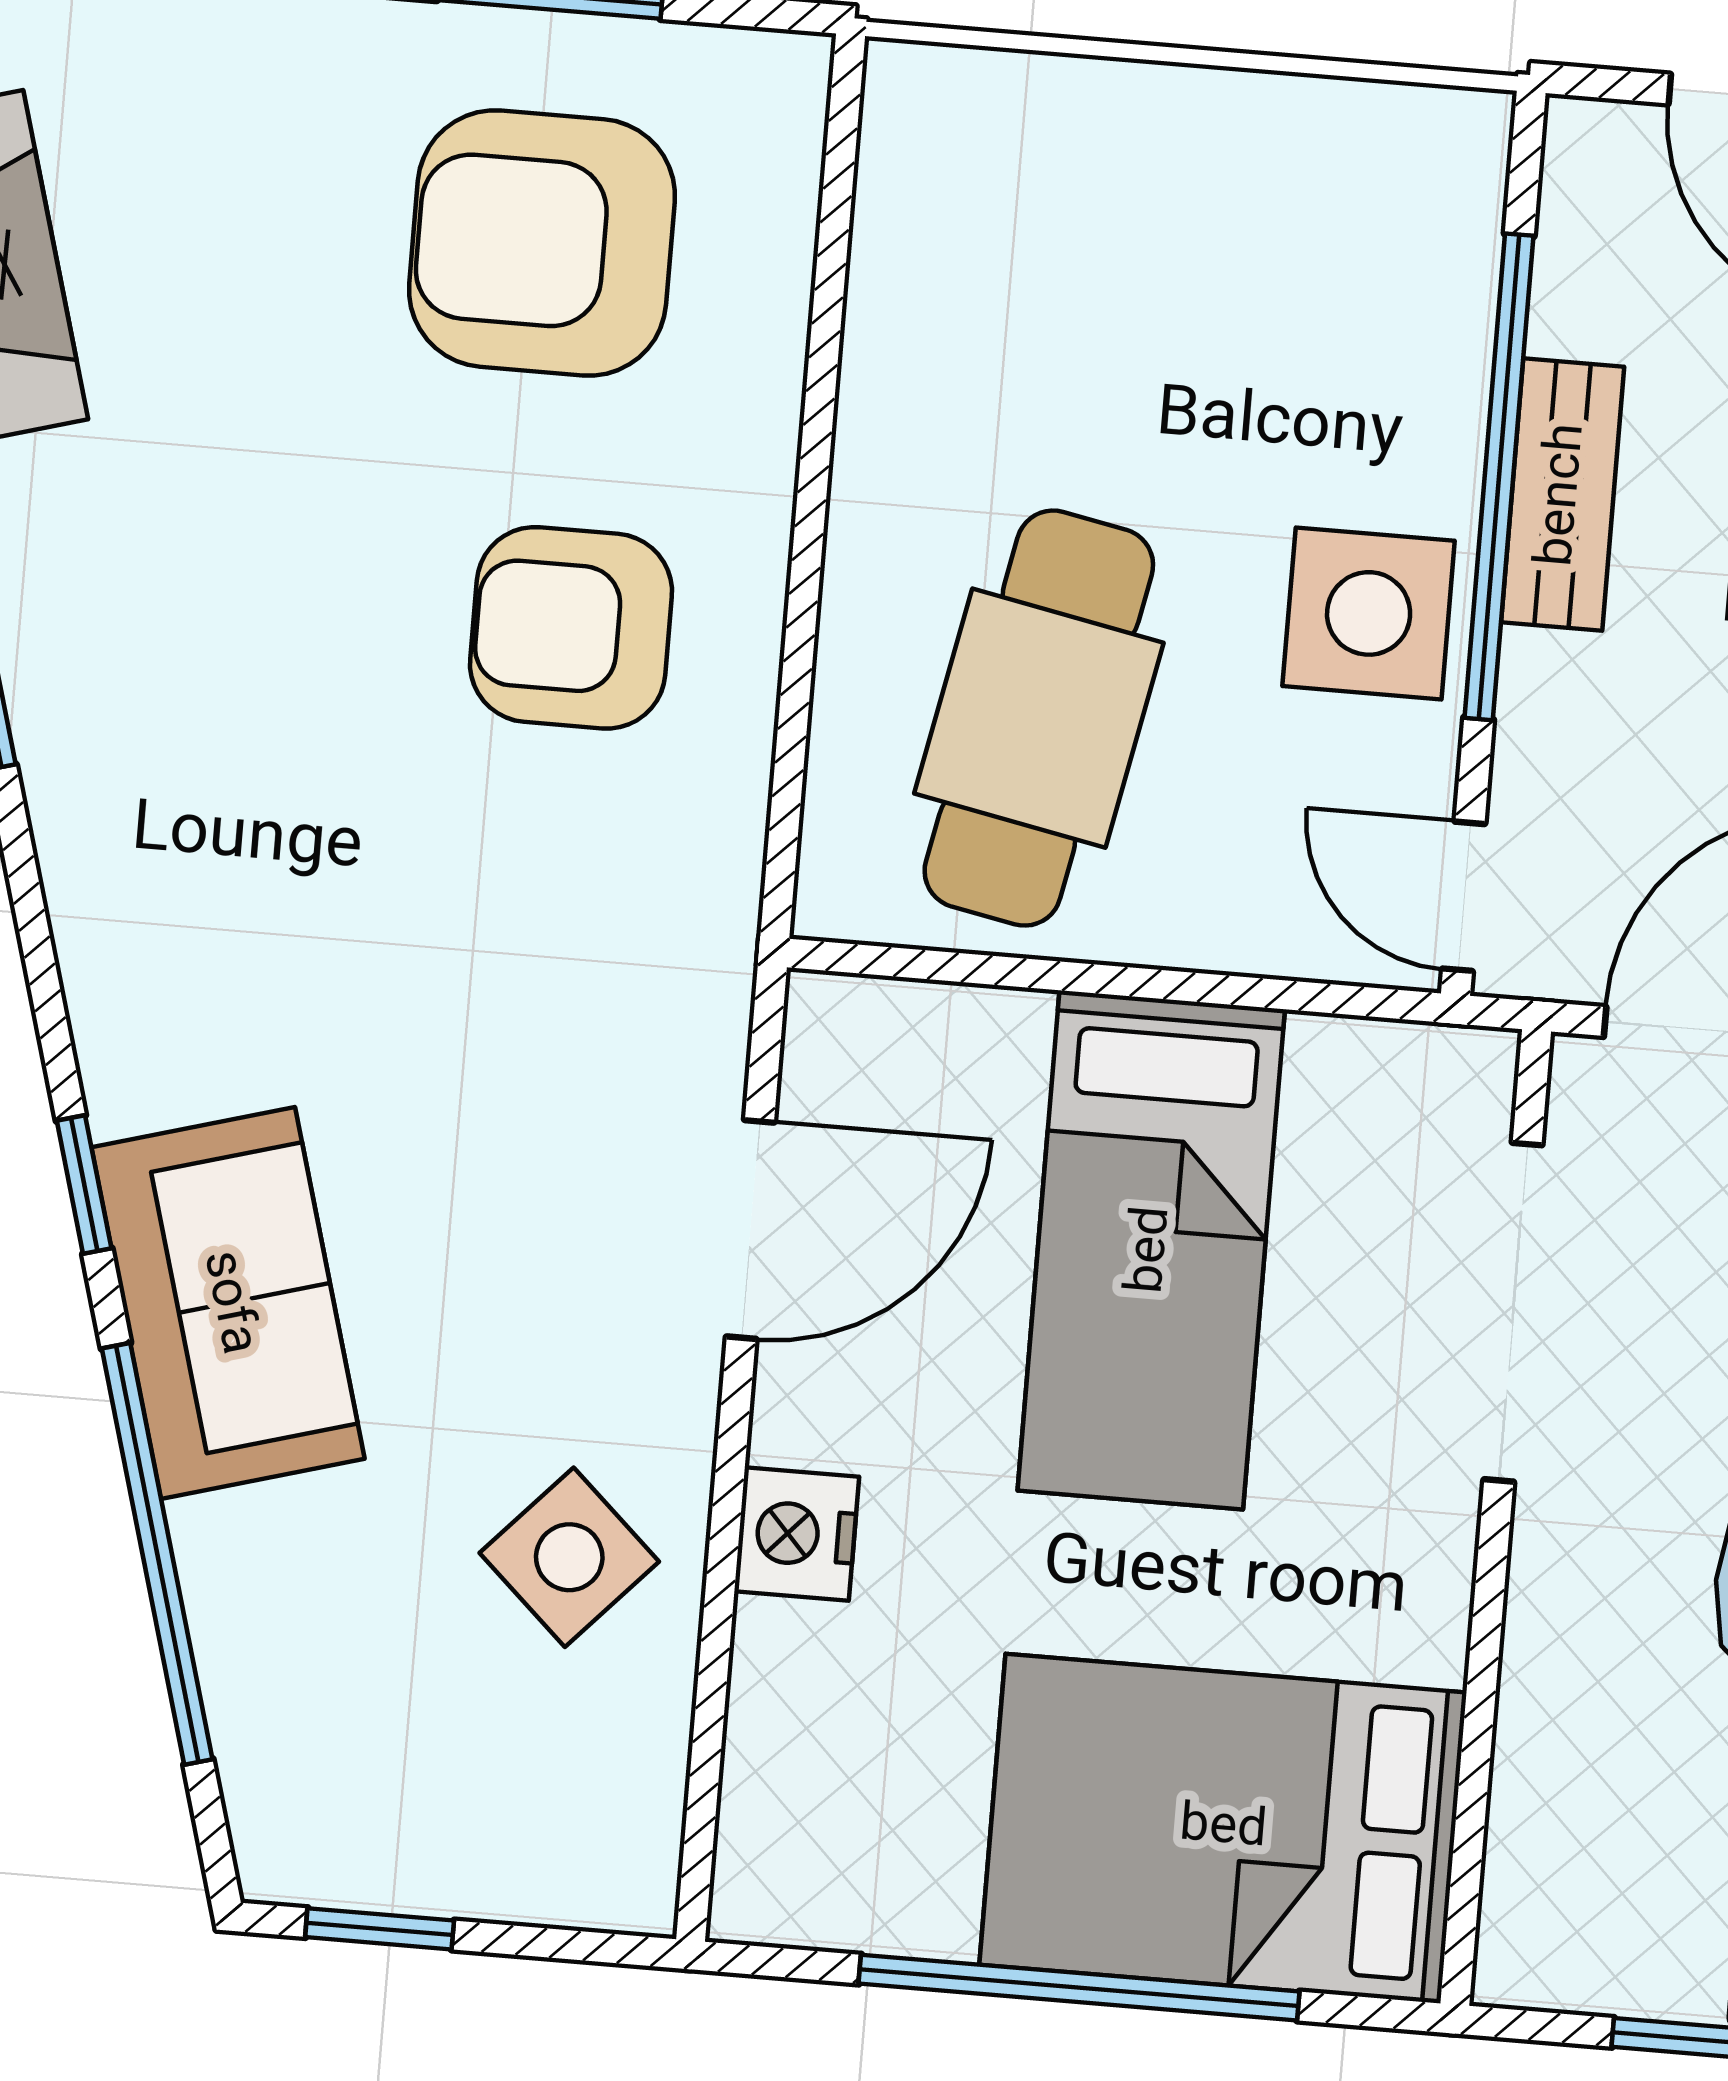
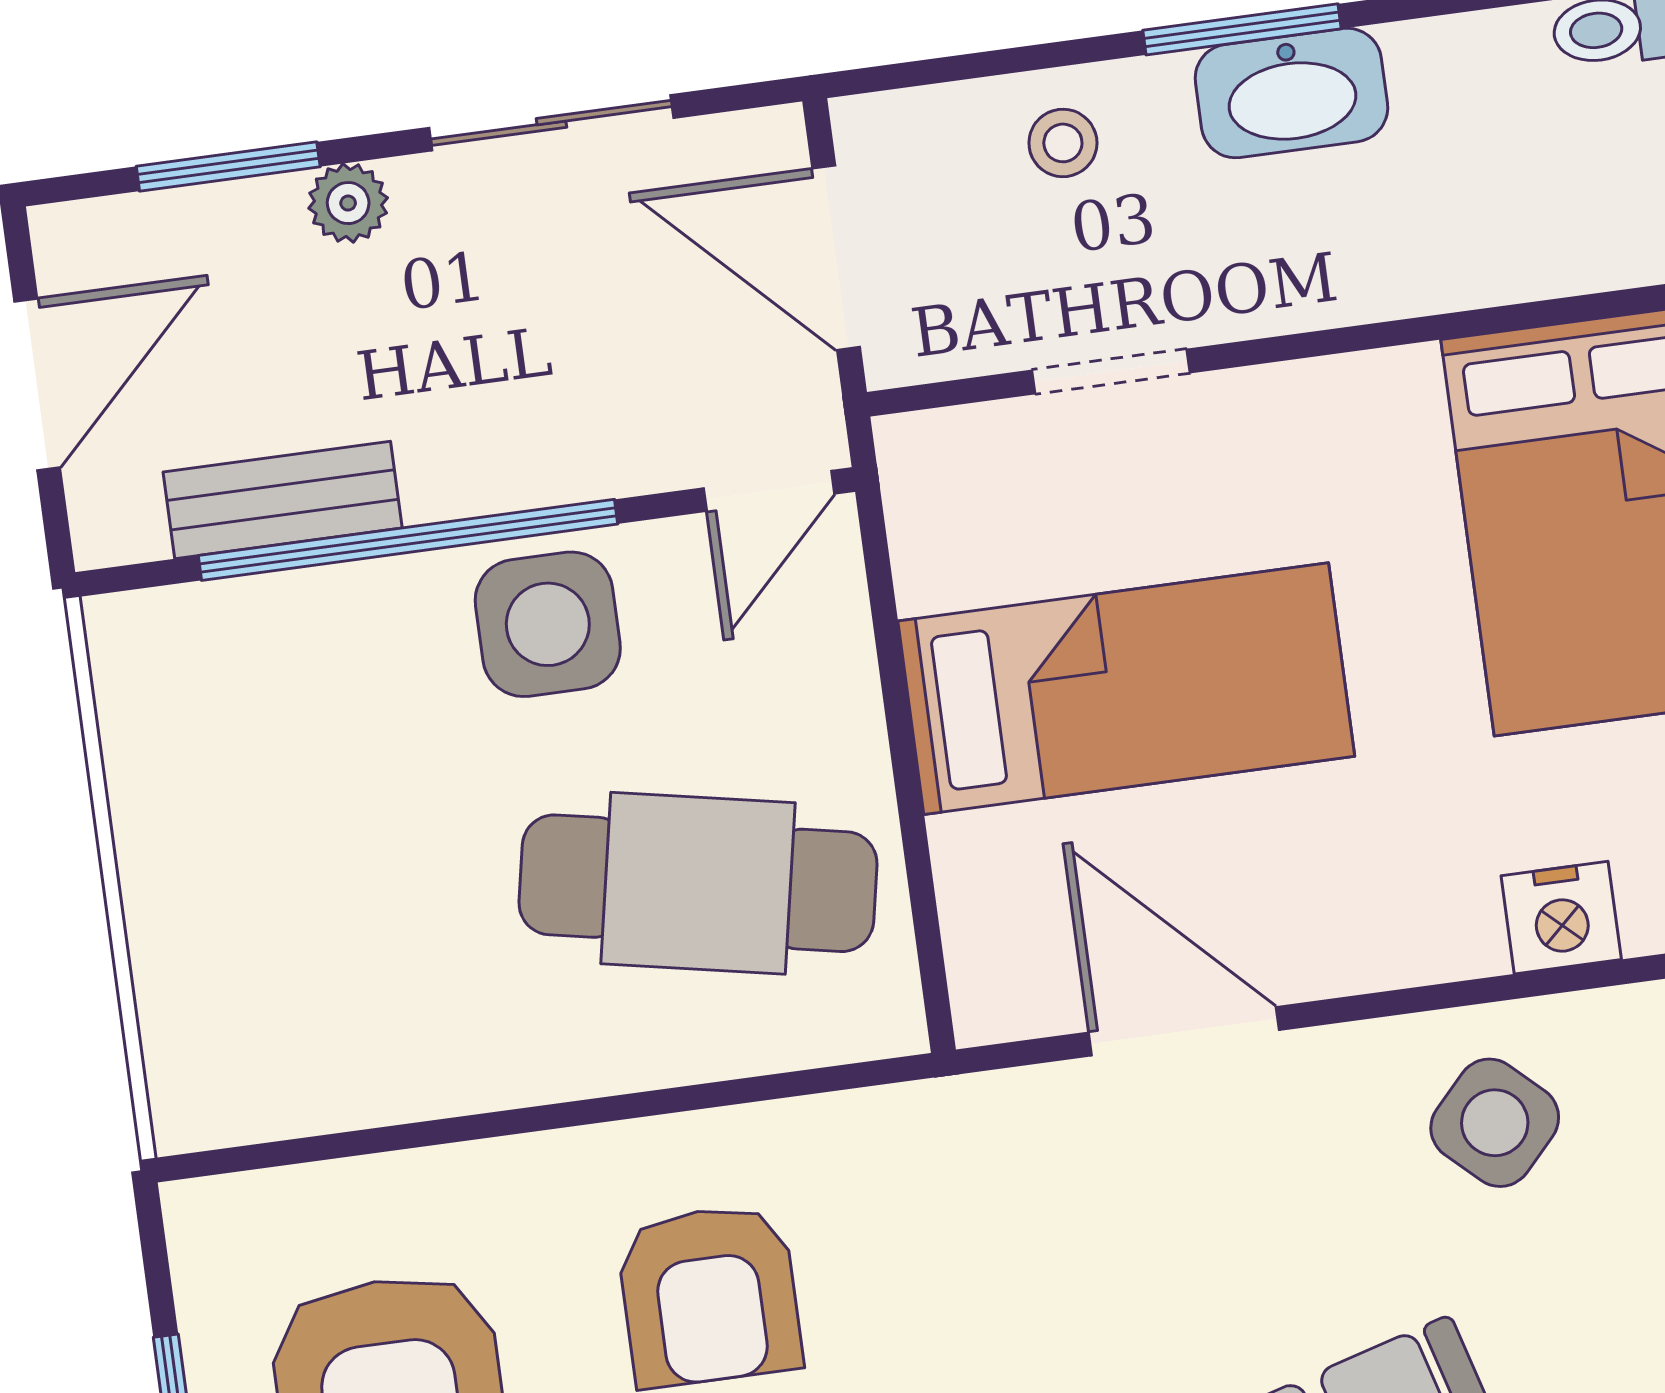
bench: (1563, 495) -> (283, 500), moved
doorway: (1513, 1312) -> (1111, 371), width x0.53
nightstand: (797, 1534) -> (1561, 918), moved

